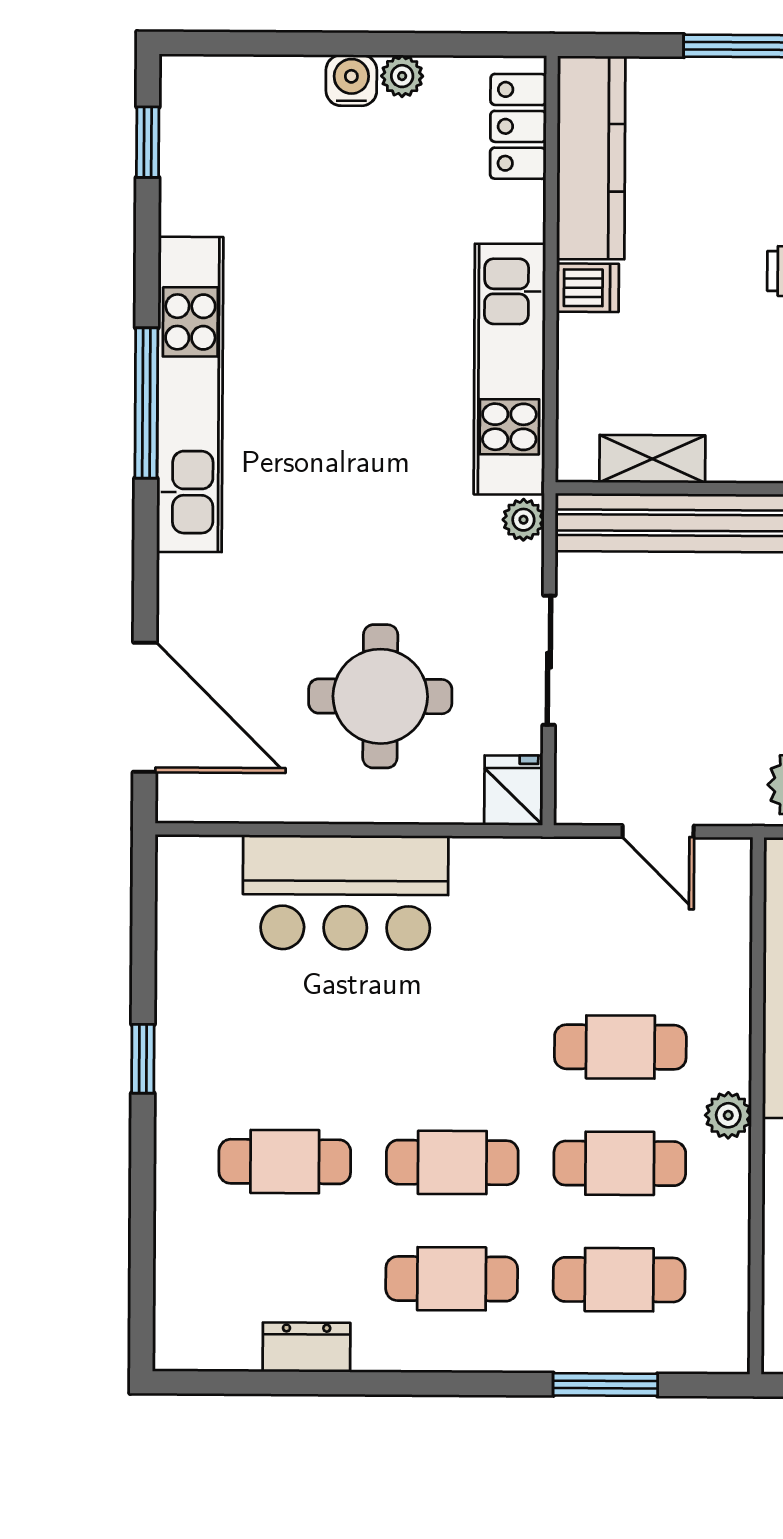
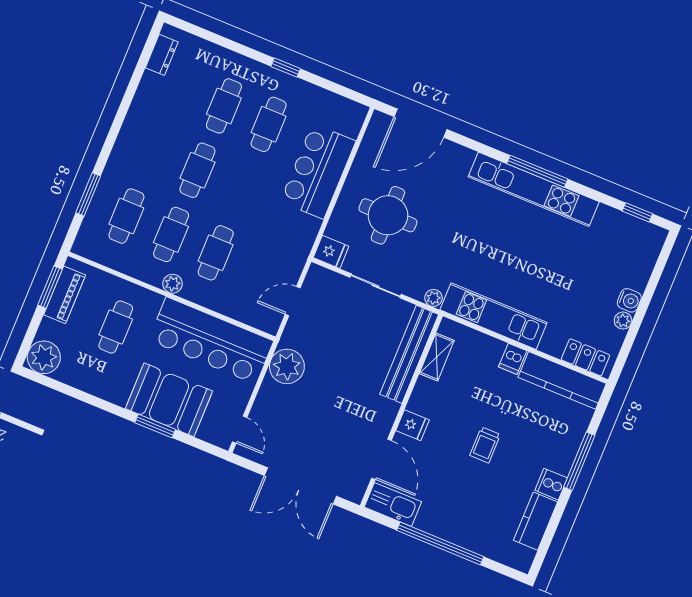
cafe table: (452, 1279) -> (269, 124), moved
dresser: (307, 1347) -> (162, 55), moved

